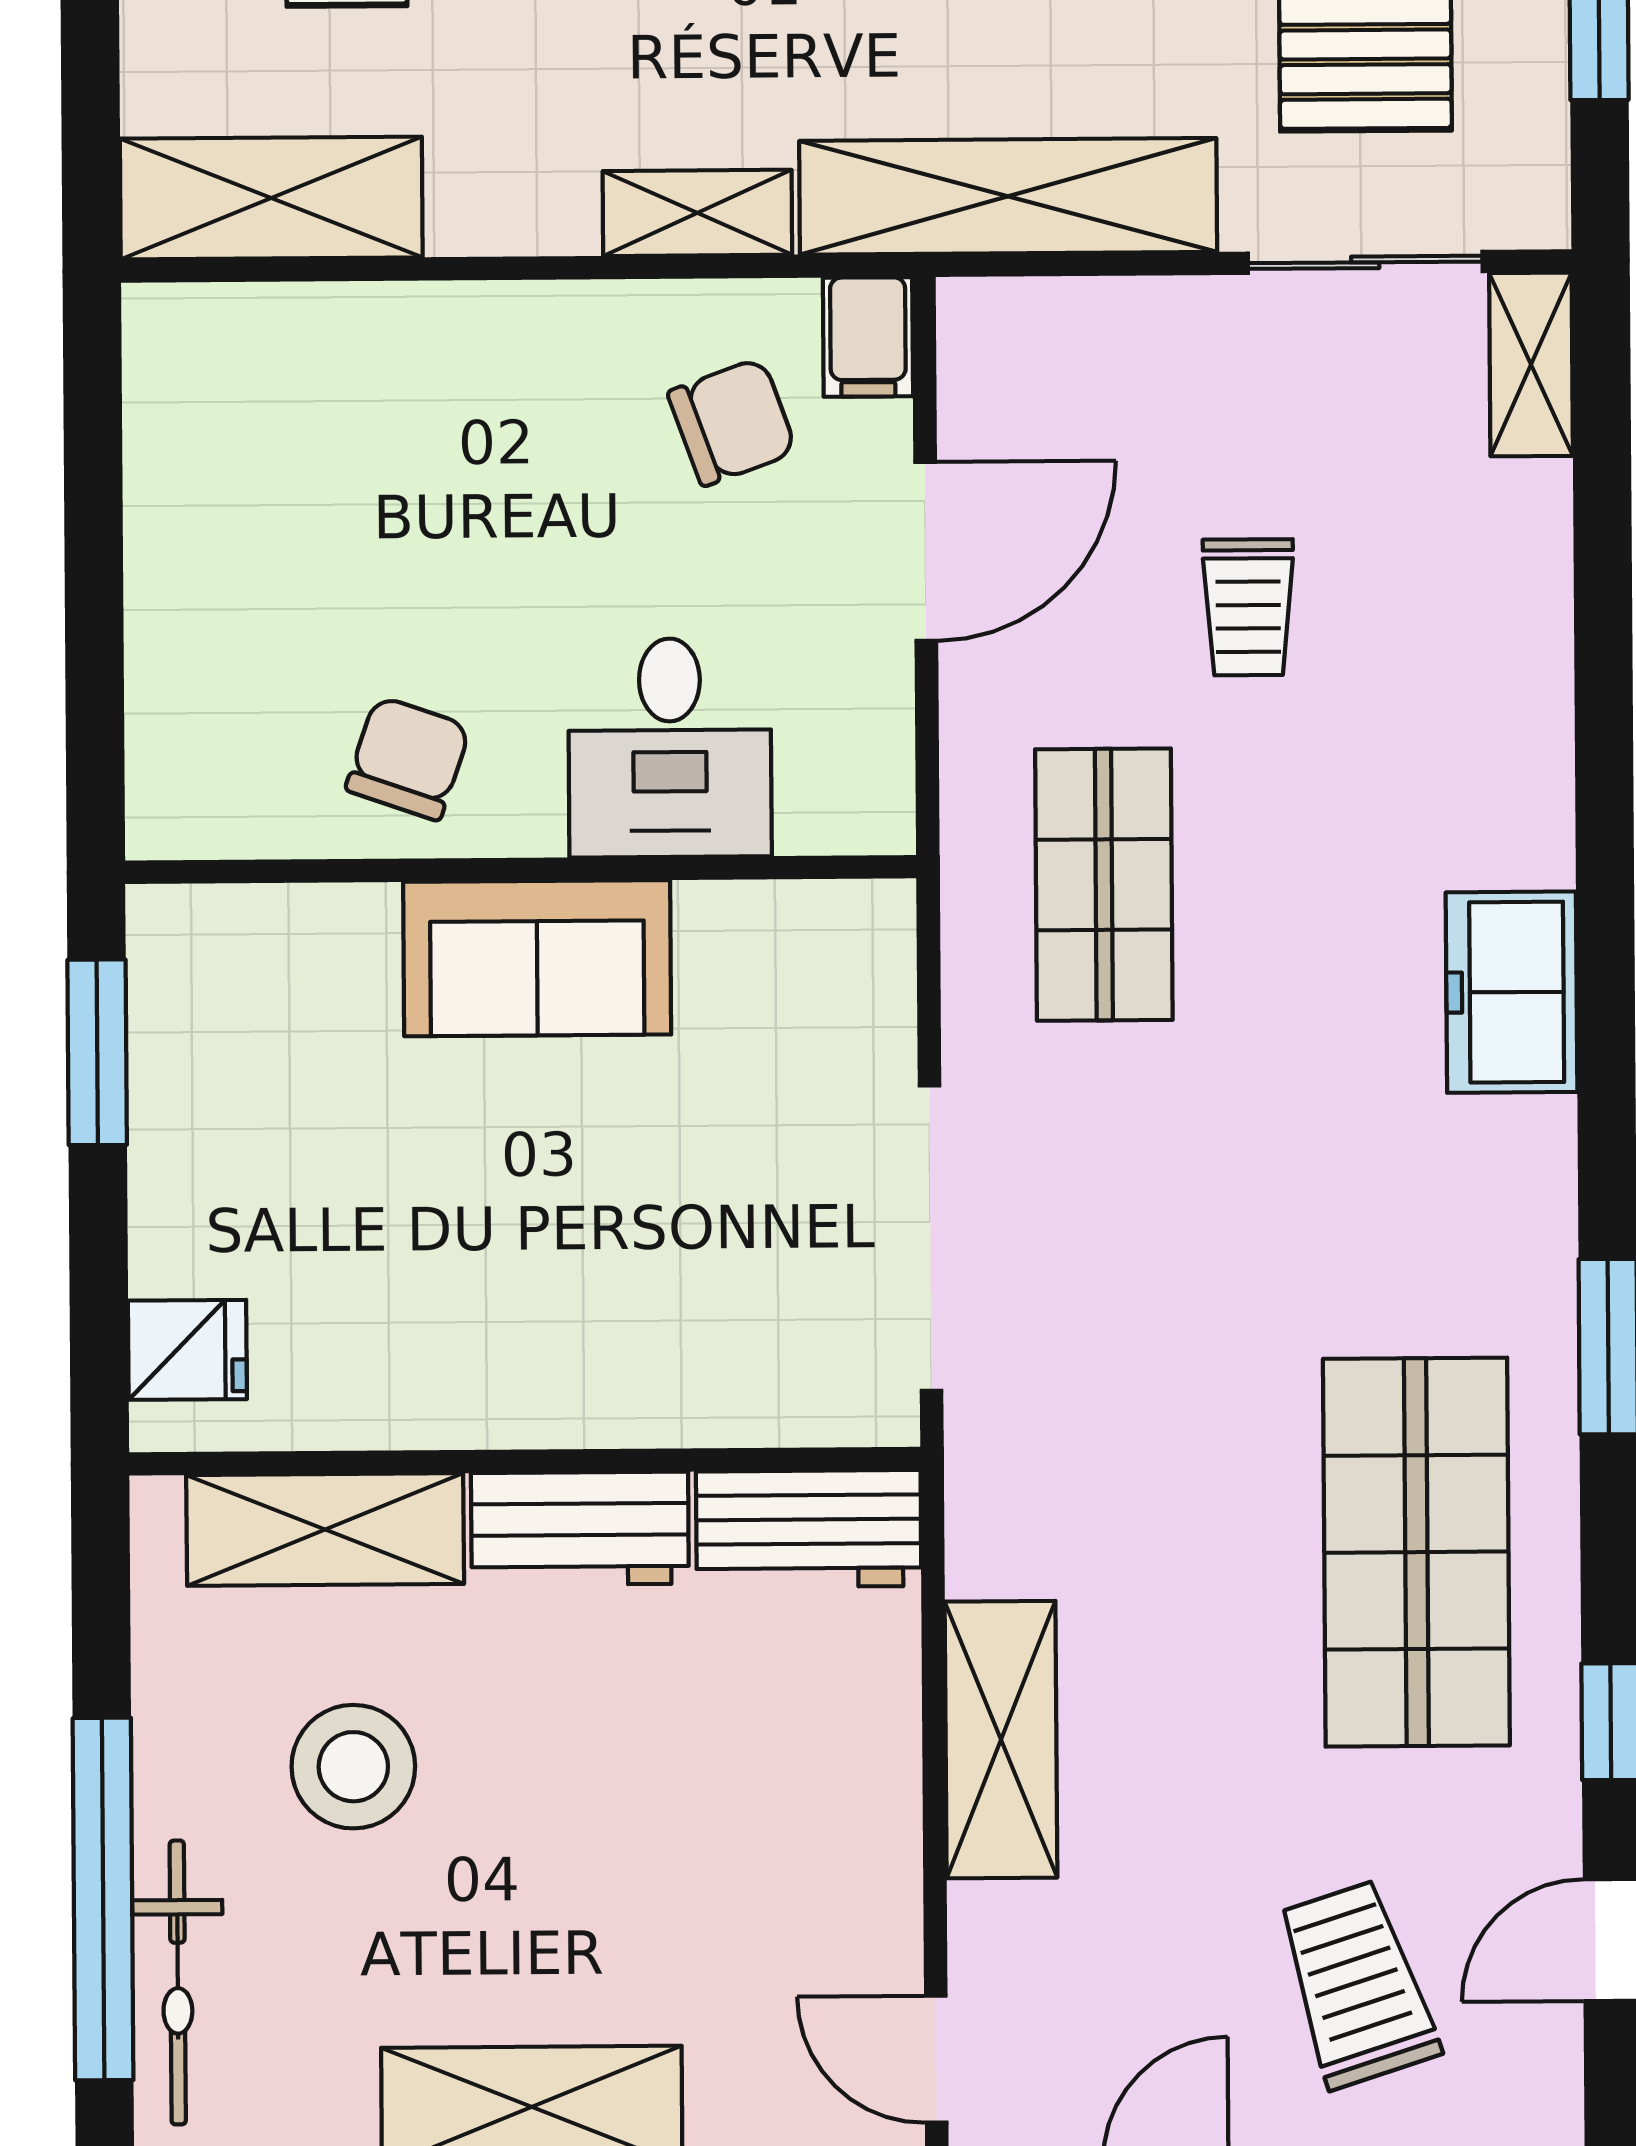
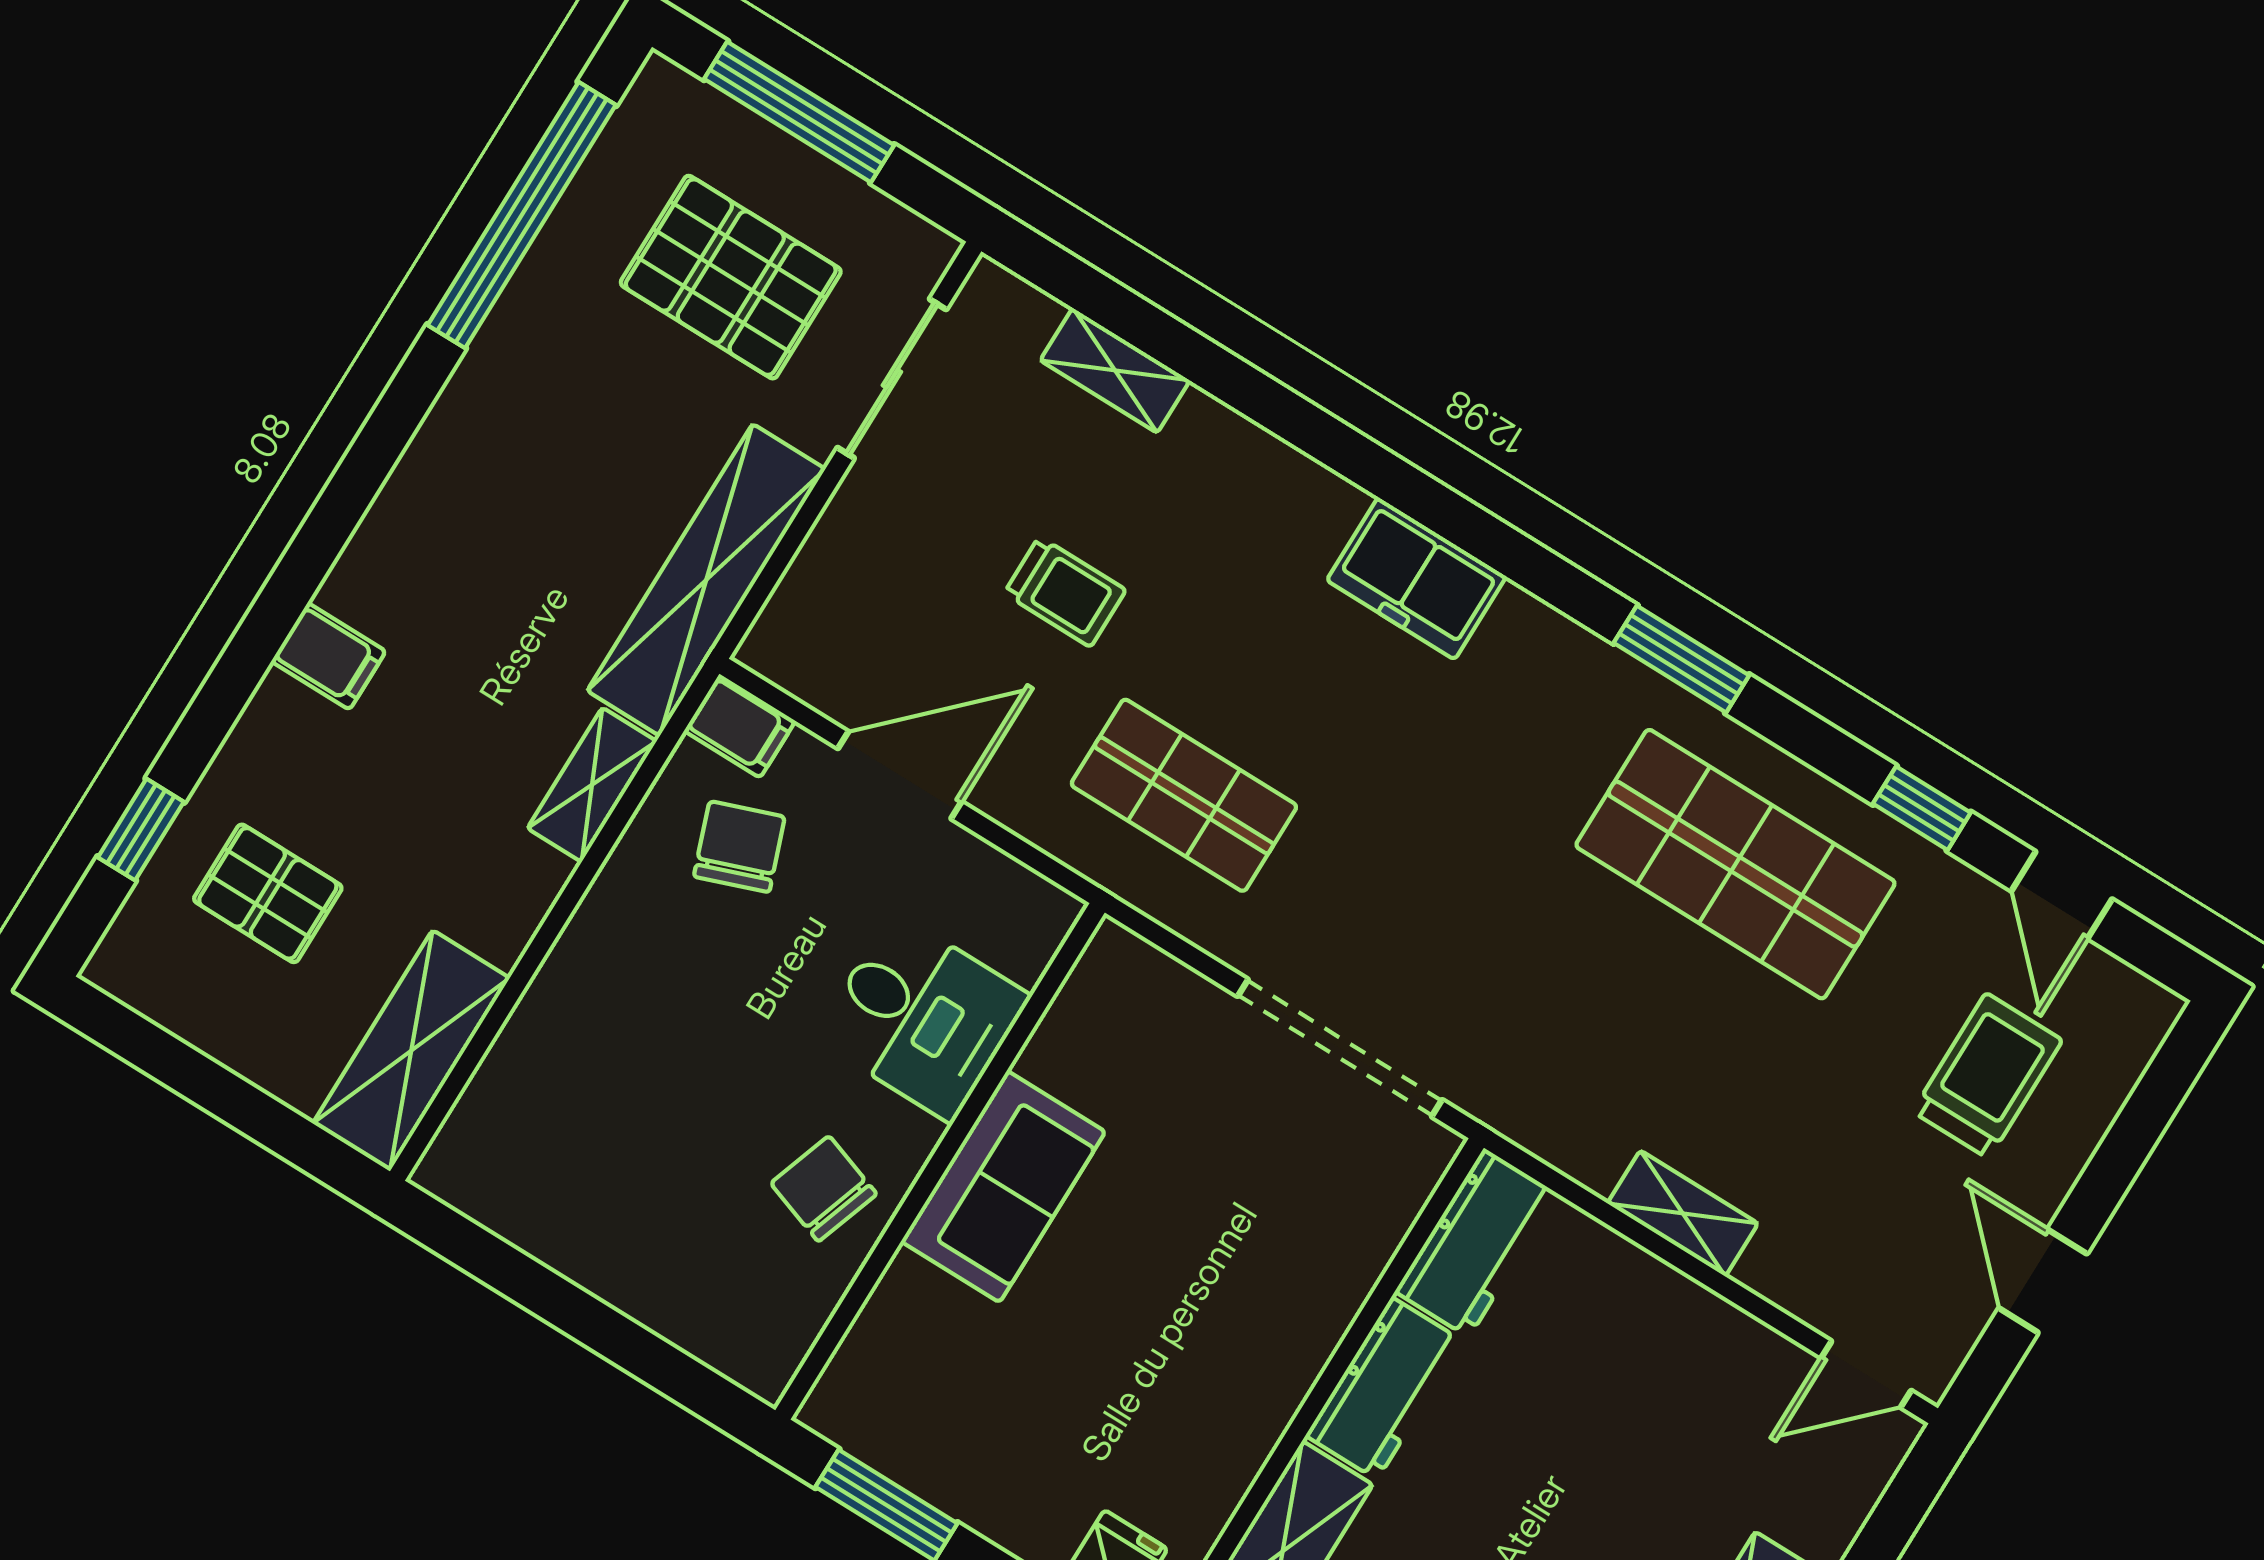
shelving: (1531, 364) -> (1115, 370), moved
door: (926, 551) -> (900, 775), hinge flipped
shelving: (1001, 1740) -> (1683, 1213), width x0.67, depth x0.75
trolley: (1357, 1984) -> (1987, 1076), turned 108

